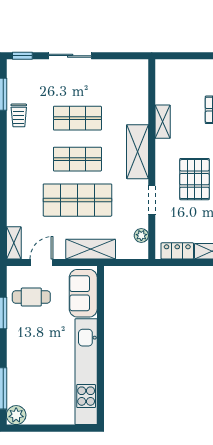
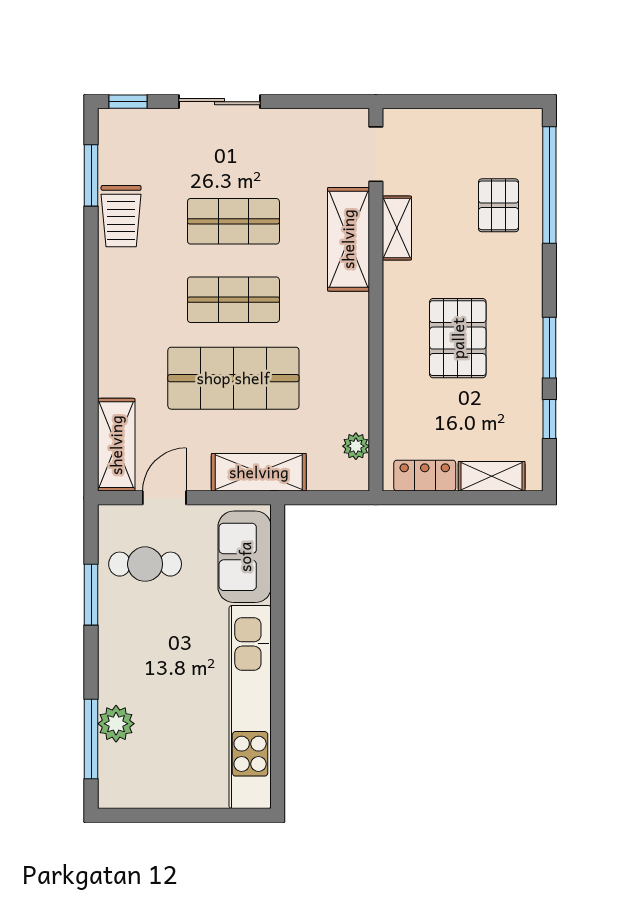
trolley: (19, 115) -> (121, 216), width x1.36, depth x1.39
shelving: (137, 152) -> (348, 239), moved
doorway: (152, 200) -> (376, 154), moved
shelving: (14, 243) -> (116, 445), width x1.50, depth x1.33
plant: (16, 415) -> (116, 724), moved

